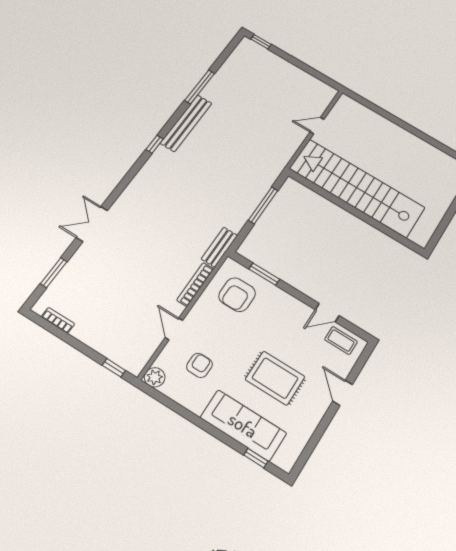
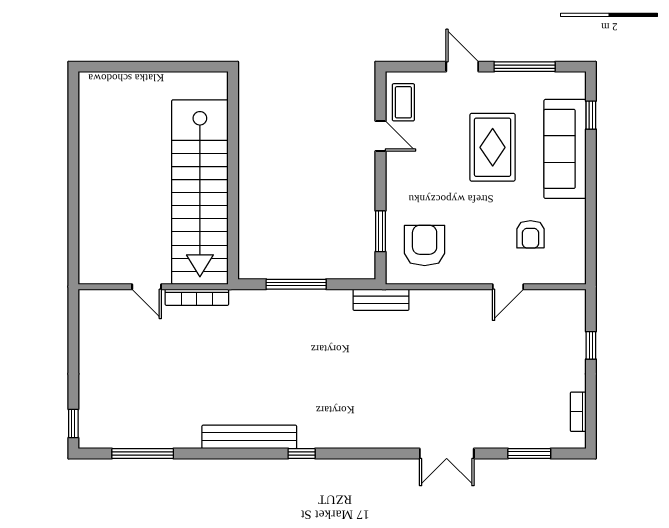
window: (200, 87) -> (143, 454), moved
bookcase: (195, 284) -> (197, 297), moved
armchair: (237, 295) -> (425, 245), turned -90
armchair: (200, 365) -> (530, 234), turned -90
window: (114, 368) -> (591, 345), moved
plant: (155, 377) -> (574, 272), removed
door: (343, 393) -> (462, 67), swing flipped
window: (318, 434) -> (525, 67), added

